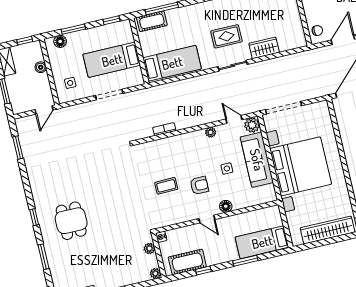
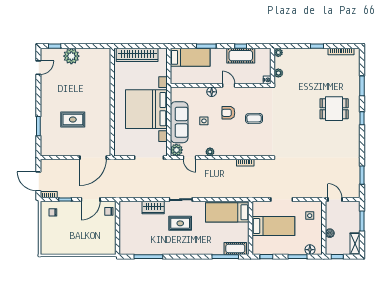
door: (44, 110) -> (335, 200), hinge flipped
dining table: (71, 221) -> (334, 109), turned 90
cot: (187, 262) -> (241, 56), moved

